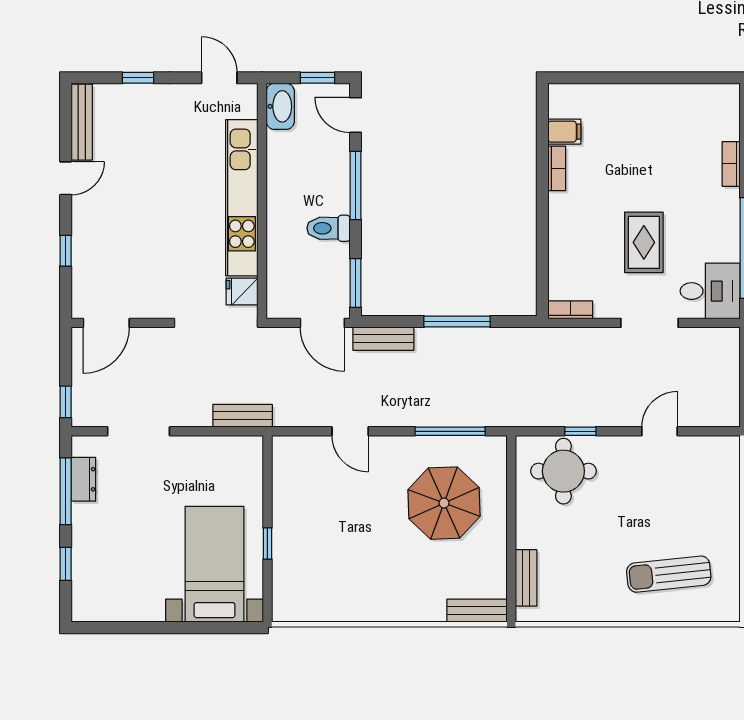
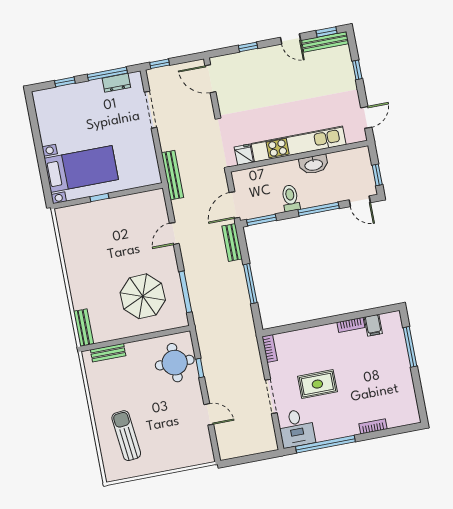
window: (612, 78) -> (410, 347), added
washbasin: (280, 106) -> (314, 164), moved
door: (355, 115) -> (360, 201), swing flipped
window: (66, 117) -> (326, 32), added
bench: (243, 416) -> (172, 175), width x1.36

